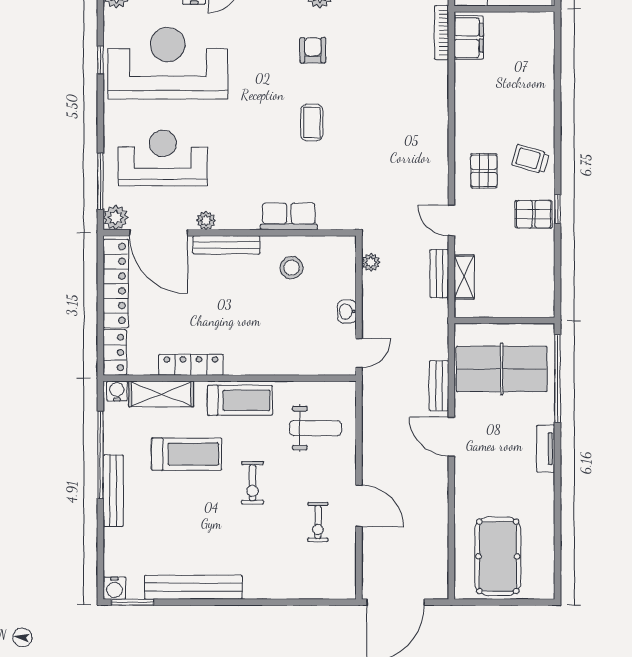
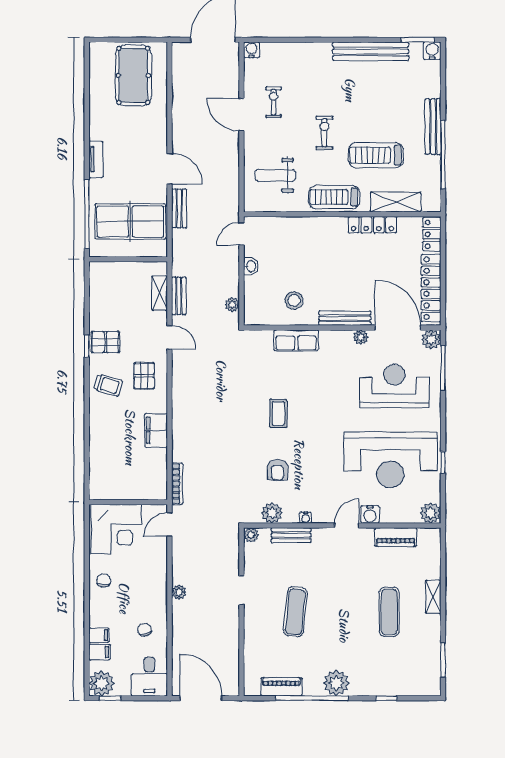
filing cabinet: (469, 38) -> (156, 430), moved
reception desk: (163, 158) -> (394, 386), turned 180
water cooler: (117, 391) -> (252, 50), moved, turned 180

